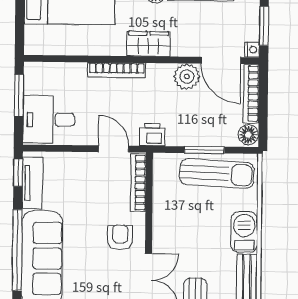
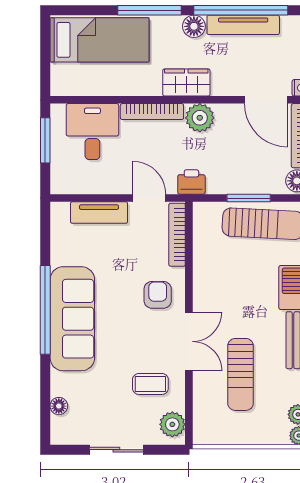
plant: (187, 76) -> (200, 118), moved
desk: (49, 119) -> (92, 132), moved, turned 90
window: (18, 173) -> (45, 225), removed
tv unit: (32, 183) -> (99, 213), moved, turned 90

